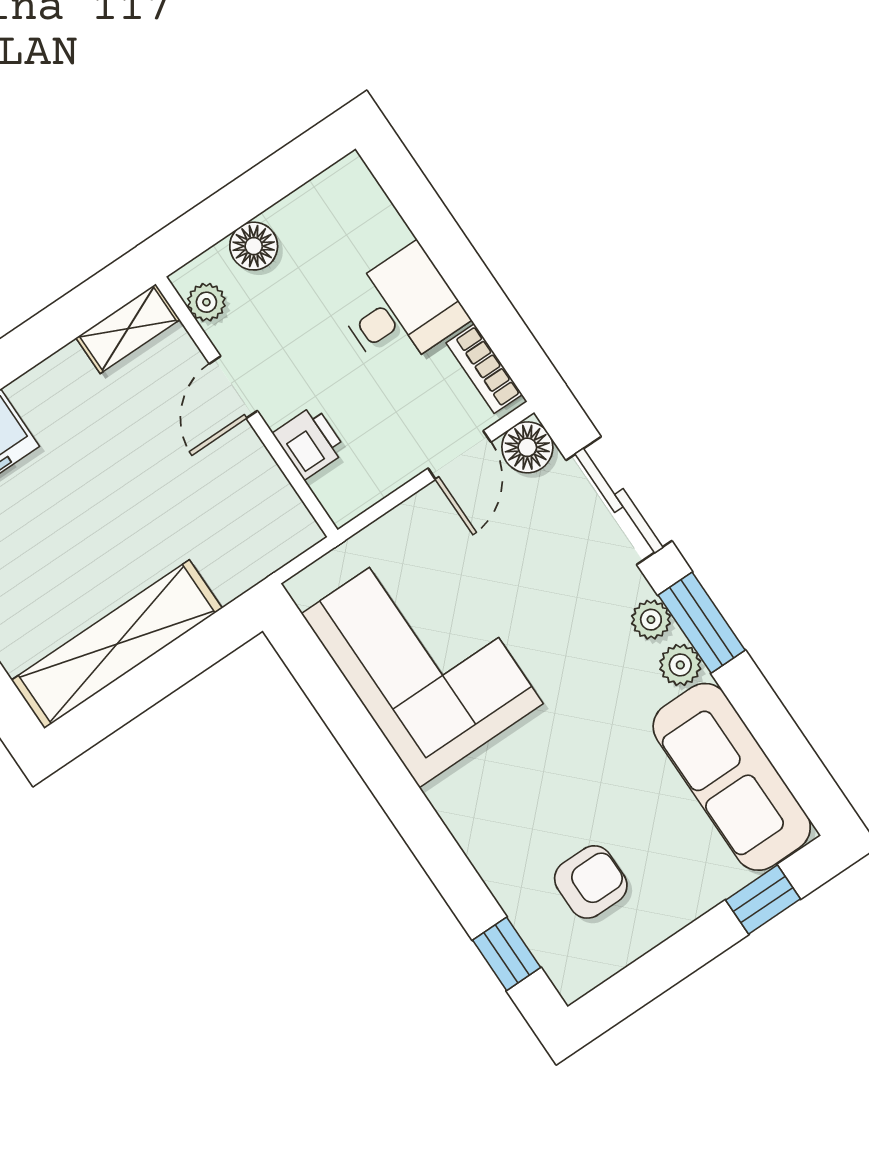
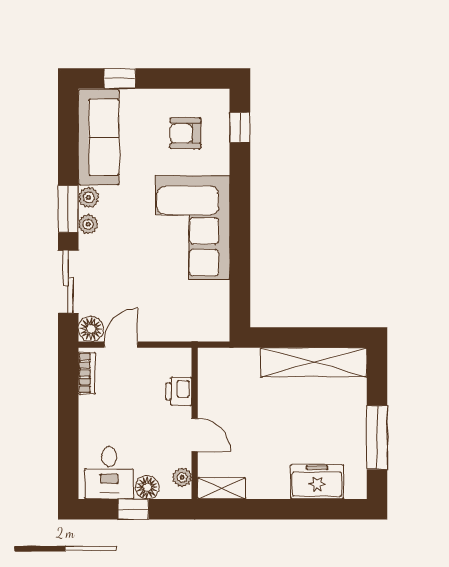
window: (252, 194) -> (133, 509), added
desk: (401, 309) -> (109, 473), moved, turned -90
door: (233, 387) -> (195, 435), hinge flipped
corner sofa: (422, 659) -> (193, 227), moved

